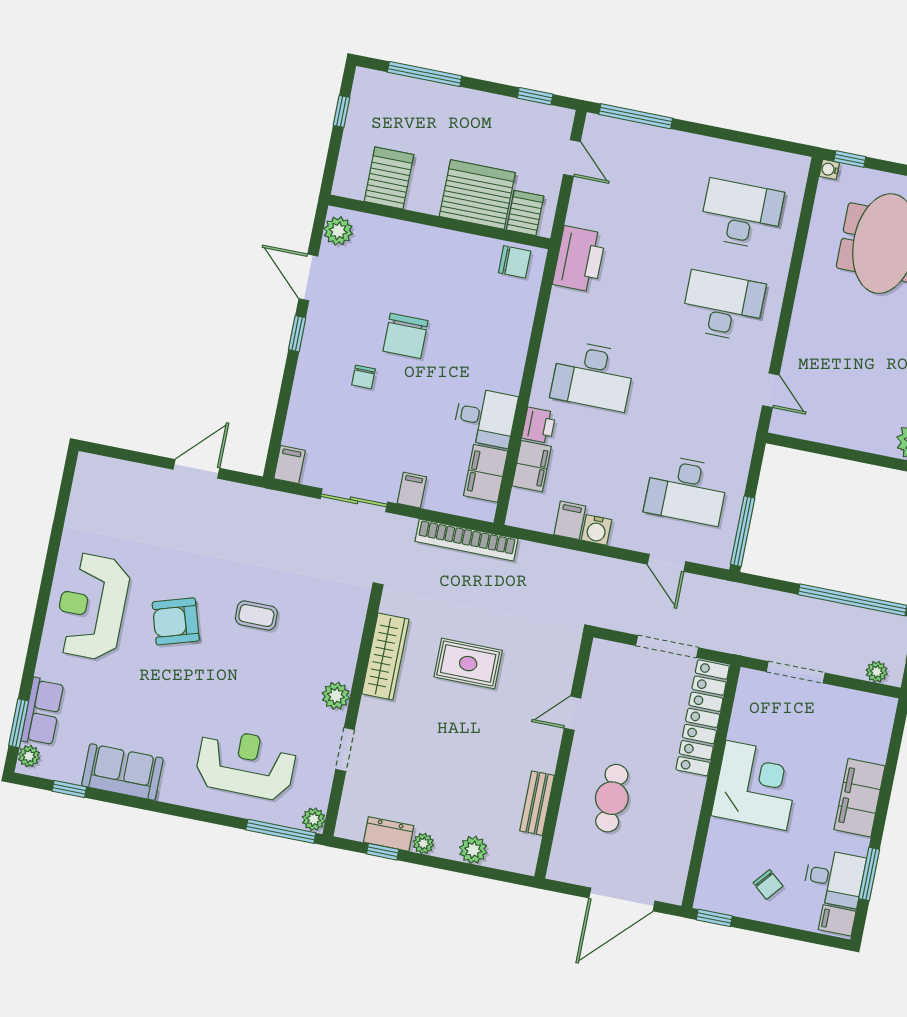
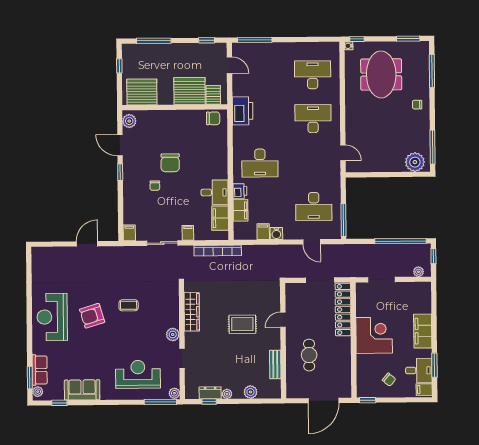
server rack: (389, 178) -> (142, 92), width x1.60
rug: (468, 664) -> (242, 324), moved

